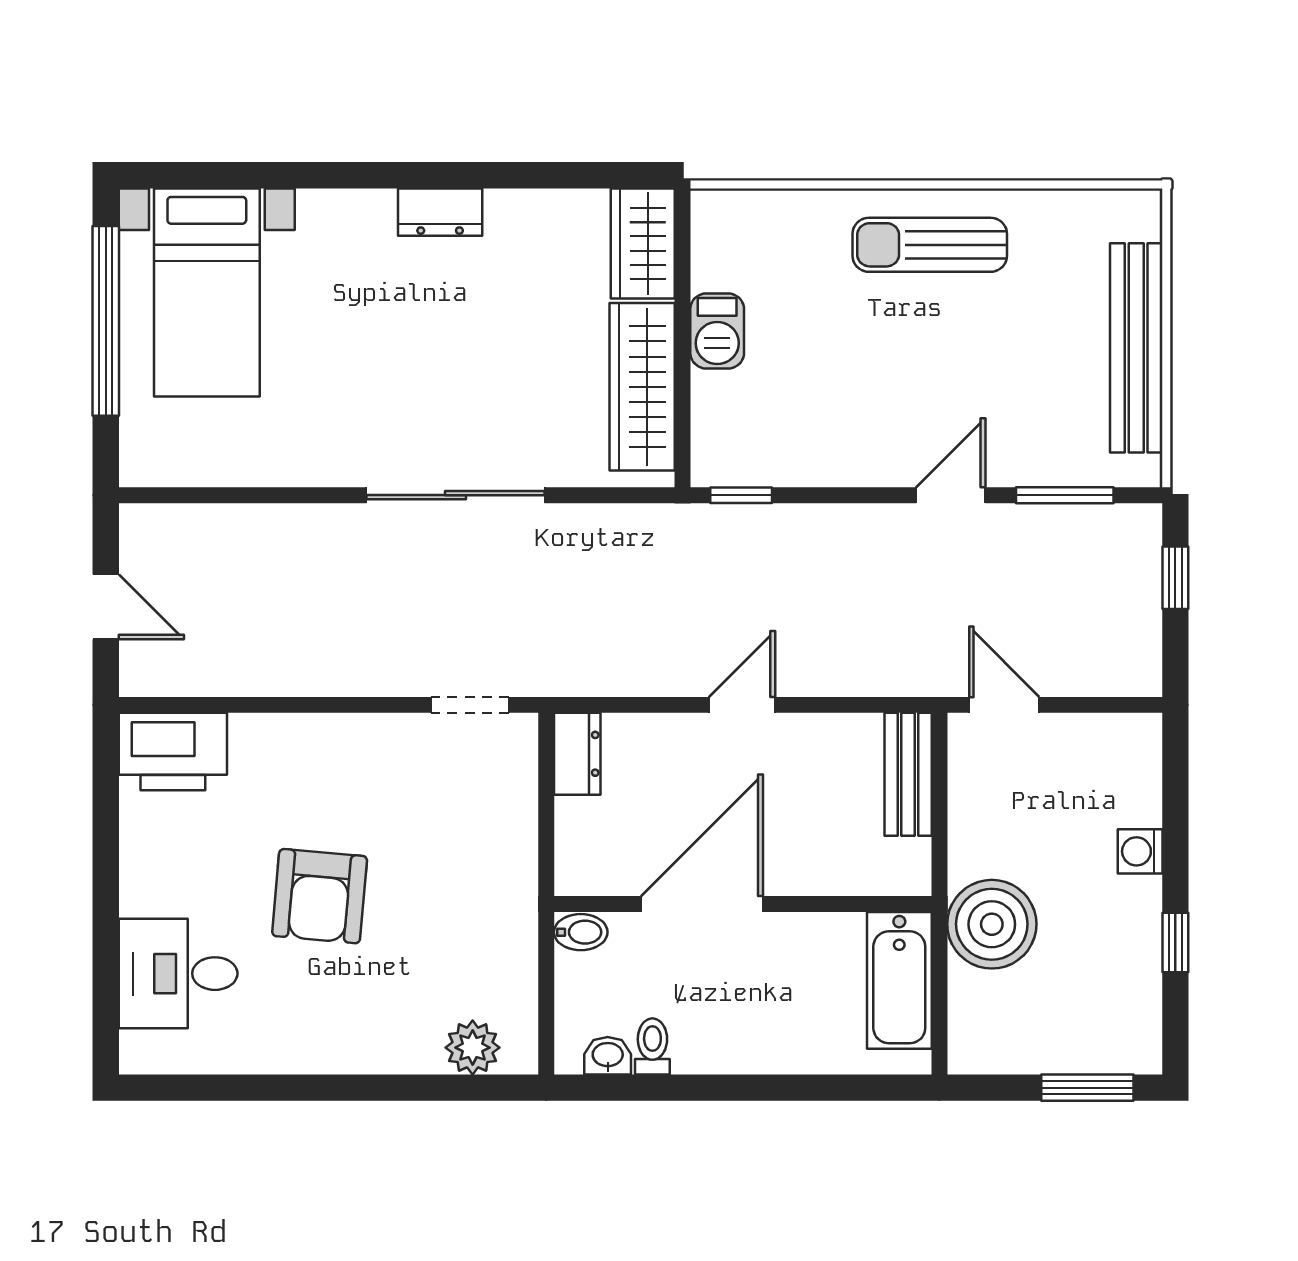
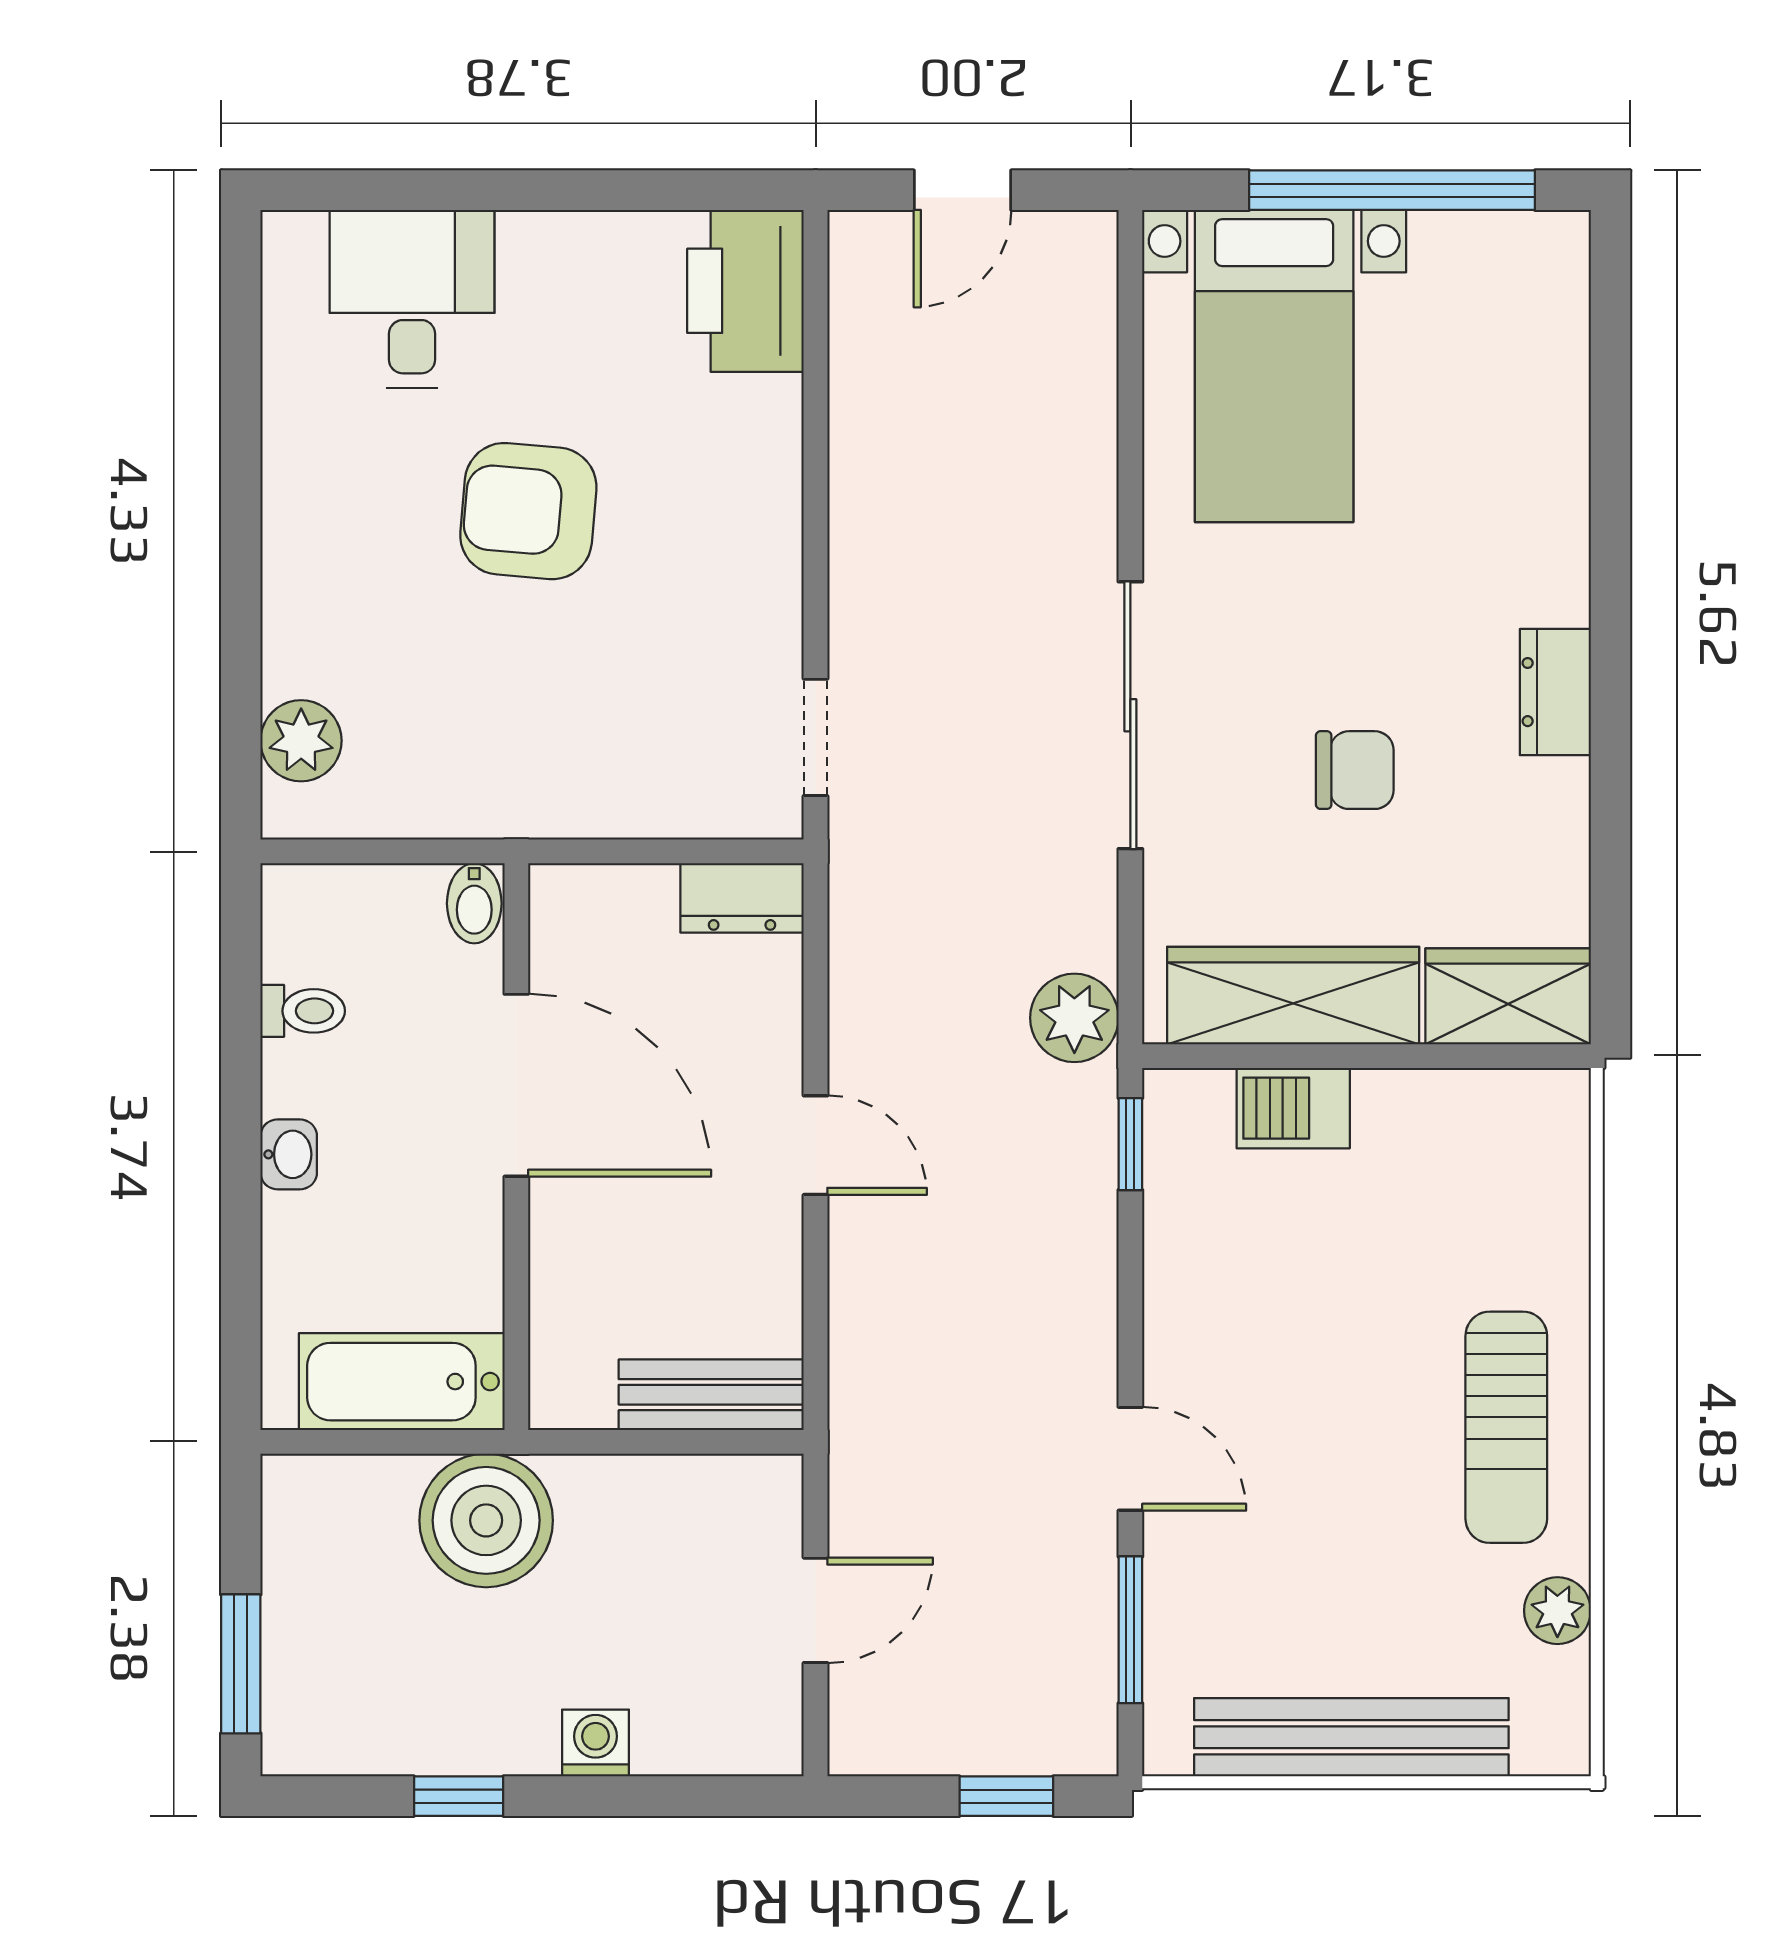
plant: (1052, 211) -> (1557, 1611), added
sun lounger: (930, 245) -> (1506, 1427), turned 180
bed with nightstands: (207, 292) -> (1274, 366), moved, turned -90
barbecue: (717, 331) -> (1293, 1108), moved
chair: (492, 346) -> (1355, 770), added
plant: (657, 532) -> (1074, 1018), added
door: (1004, 705) -> (815, 1610), moved
washbasin: (608, 1056) -> (289, 1154), moved

